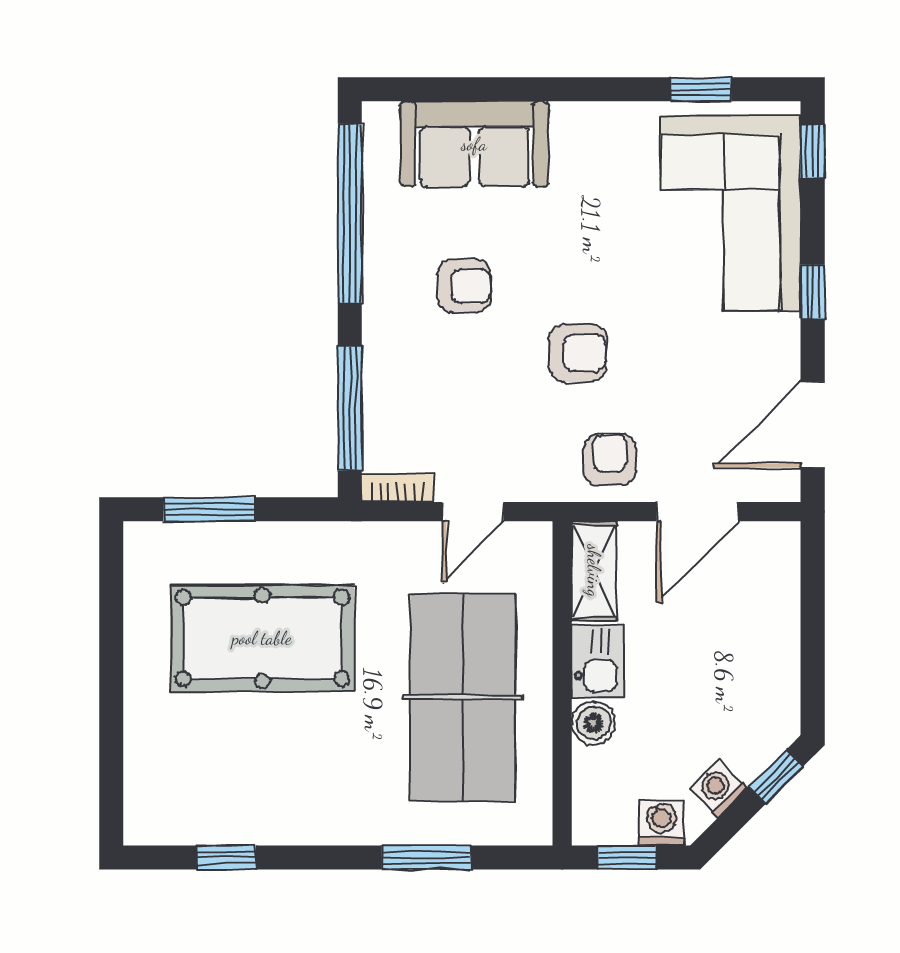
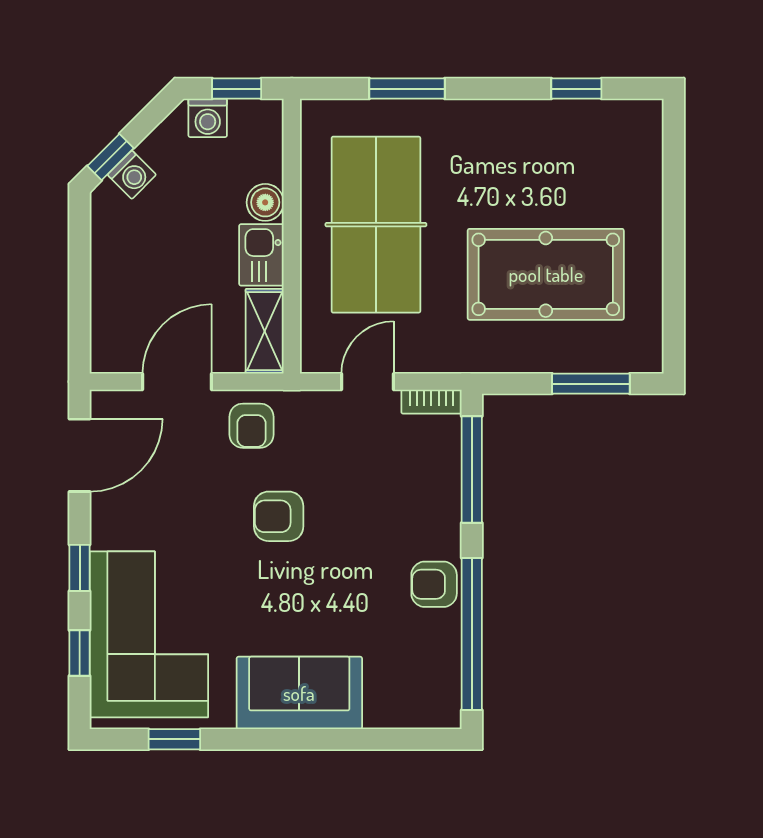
sofa: (474, 144) -> (299, 693), moved
window: (813, 151) -> (80, 653), moved
armchair: (464, 286) -> (434, 584), moved
washing machine: (718, 788) -> (132, 175), moved

